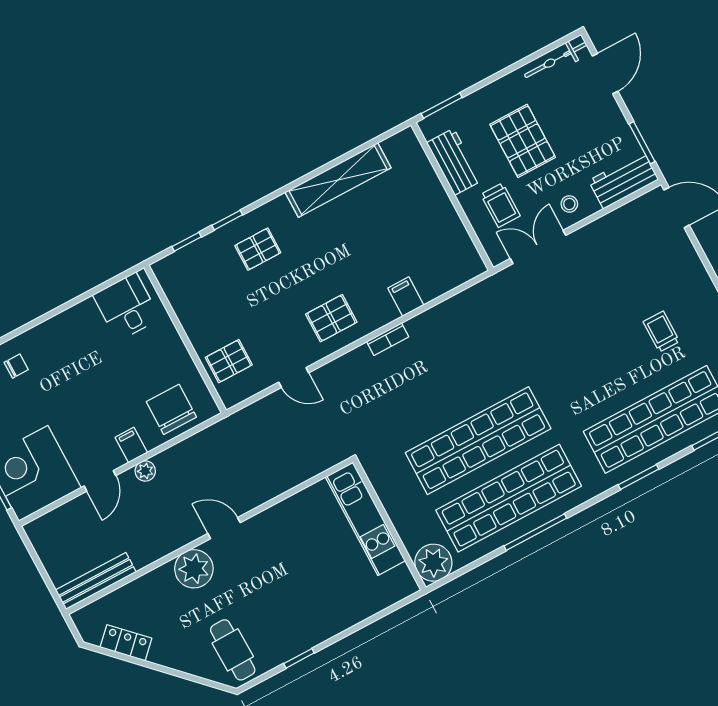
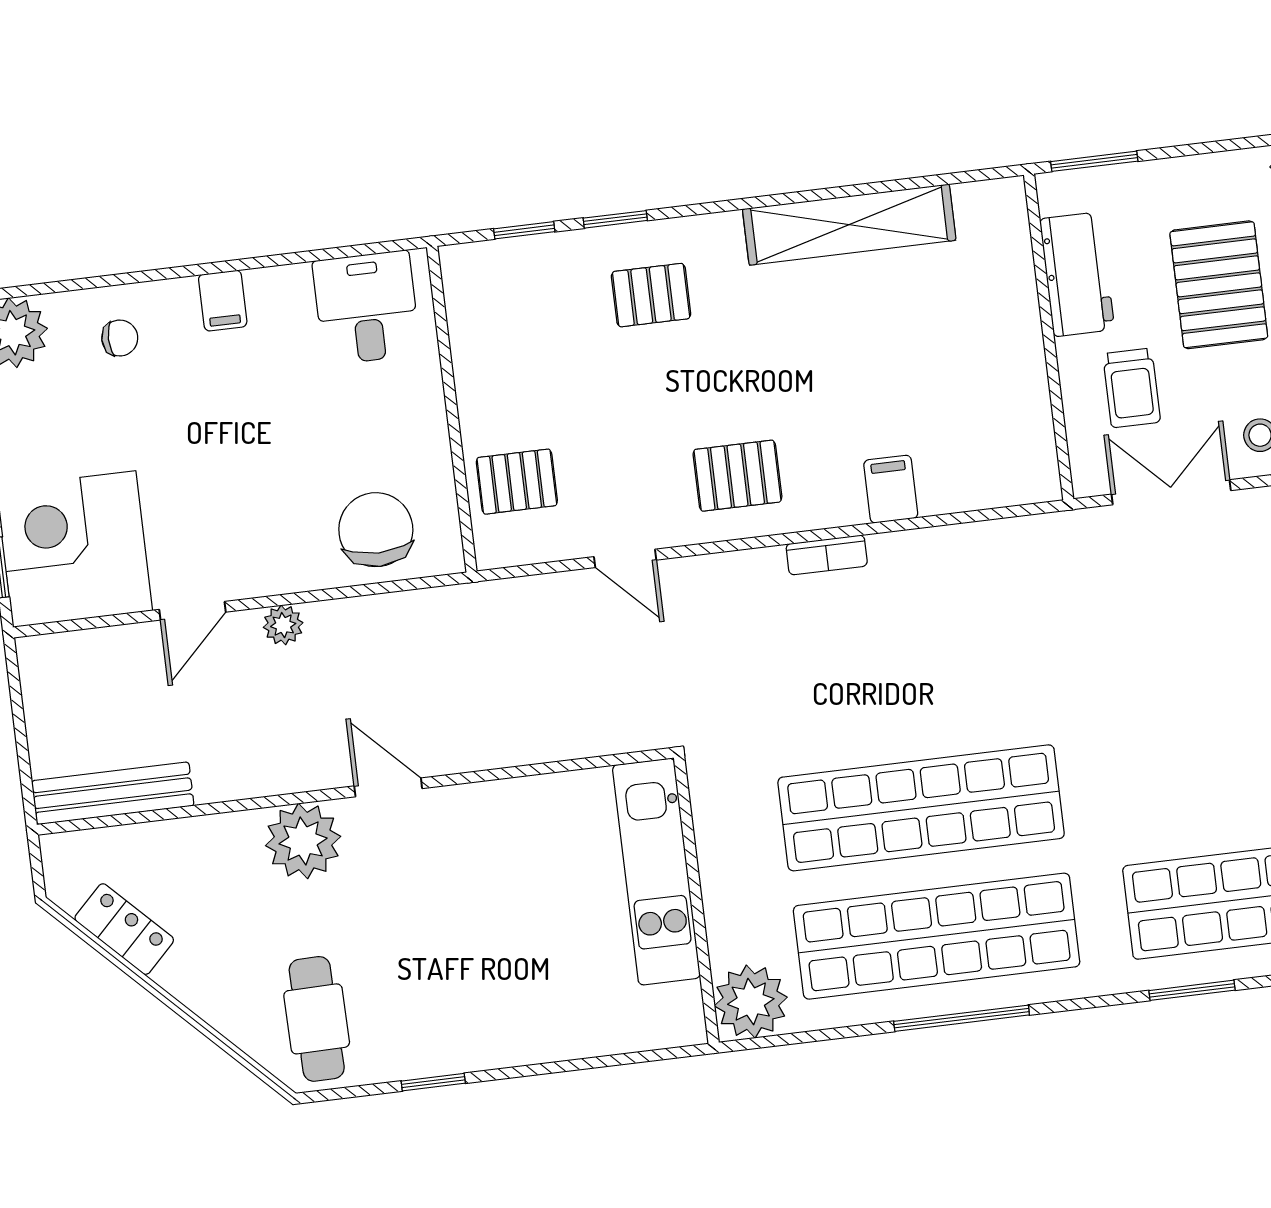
filing cabinet: (131, 445) -> (223, 301), moved, turned 180

